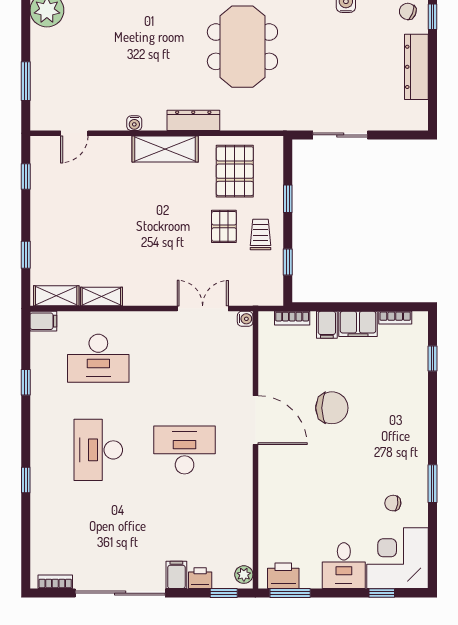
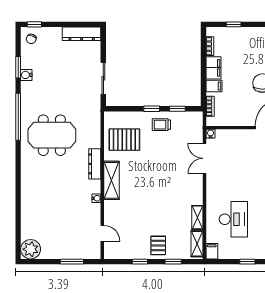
dresser: (416, 67) -> (82, 34), moved
window: (26, 177) -> (140, 262), moved
window: (288, 199) -> (152, 109), moved
pallet: (224, 226) -> (158, 245), moved, turned 90

